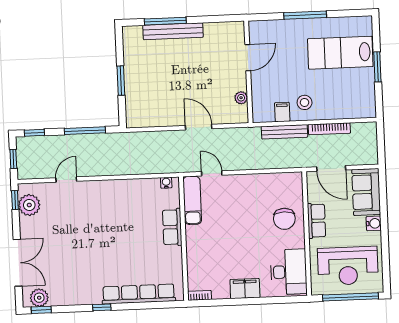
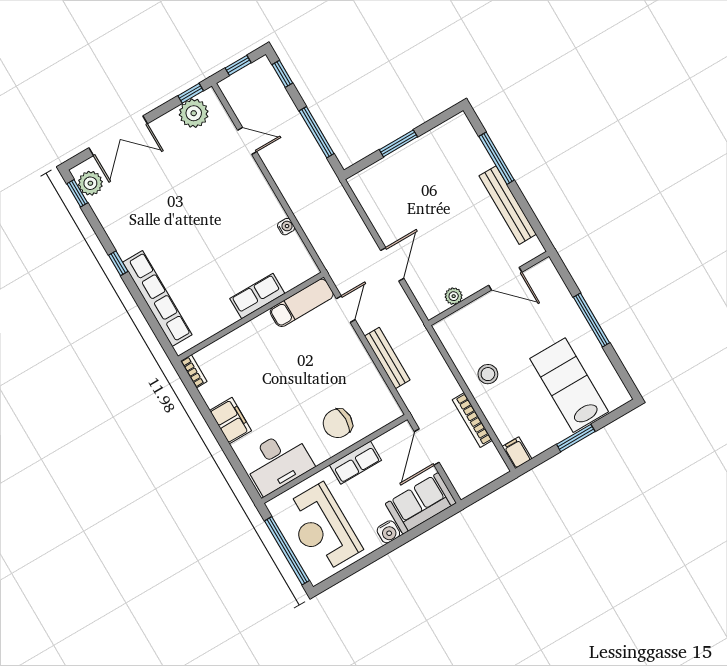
bench: (173, 31) -> (508, 205), moved
filing cabinet: (282, 112) -> (517, 453), moved, turned -90
bench: (284, 132) -> (387, 358), moved
water cooler: (166, 183) -> (286, 227), moved

